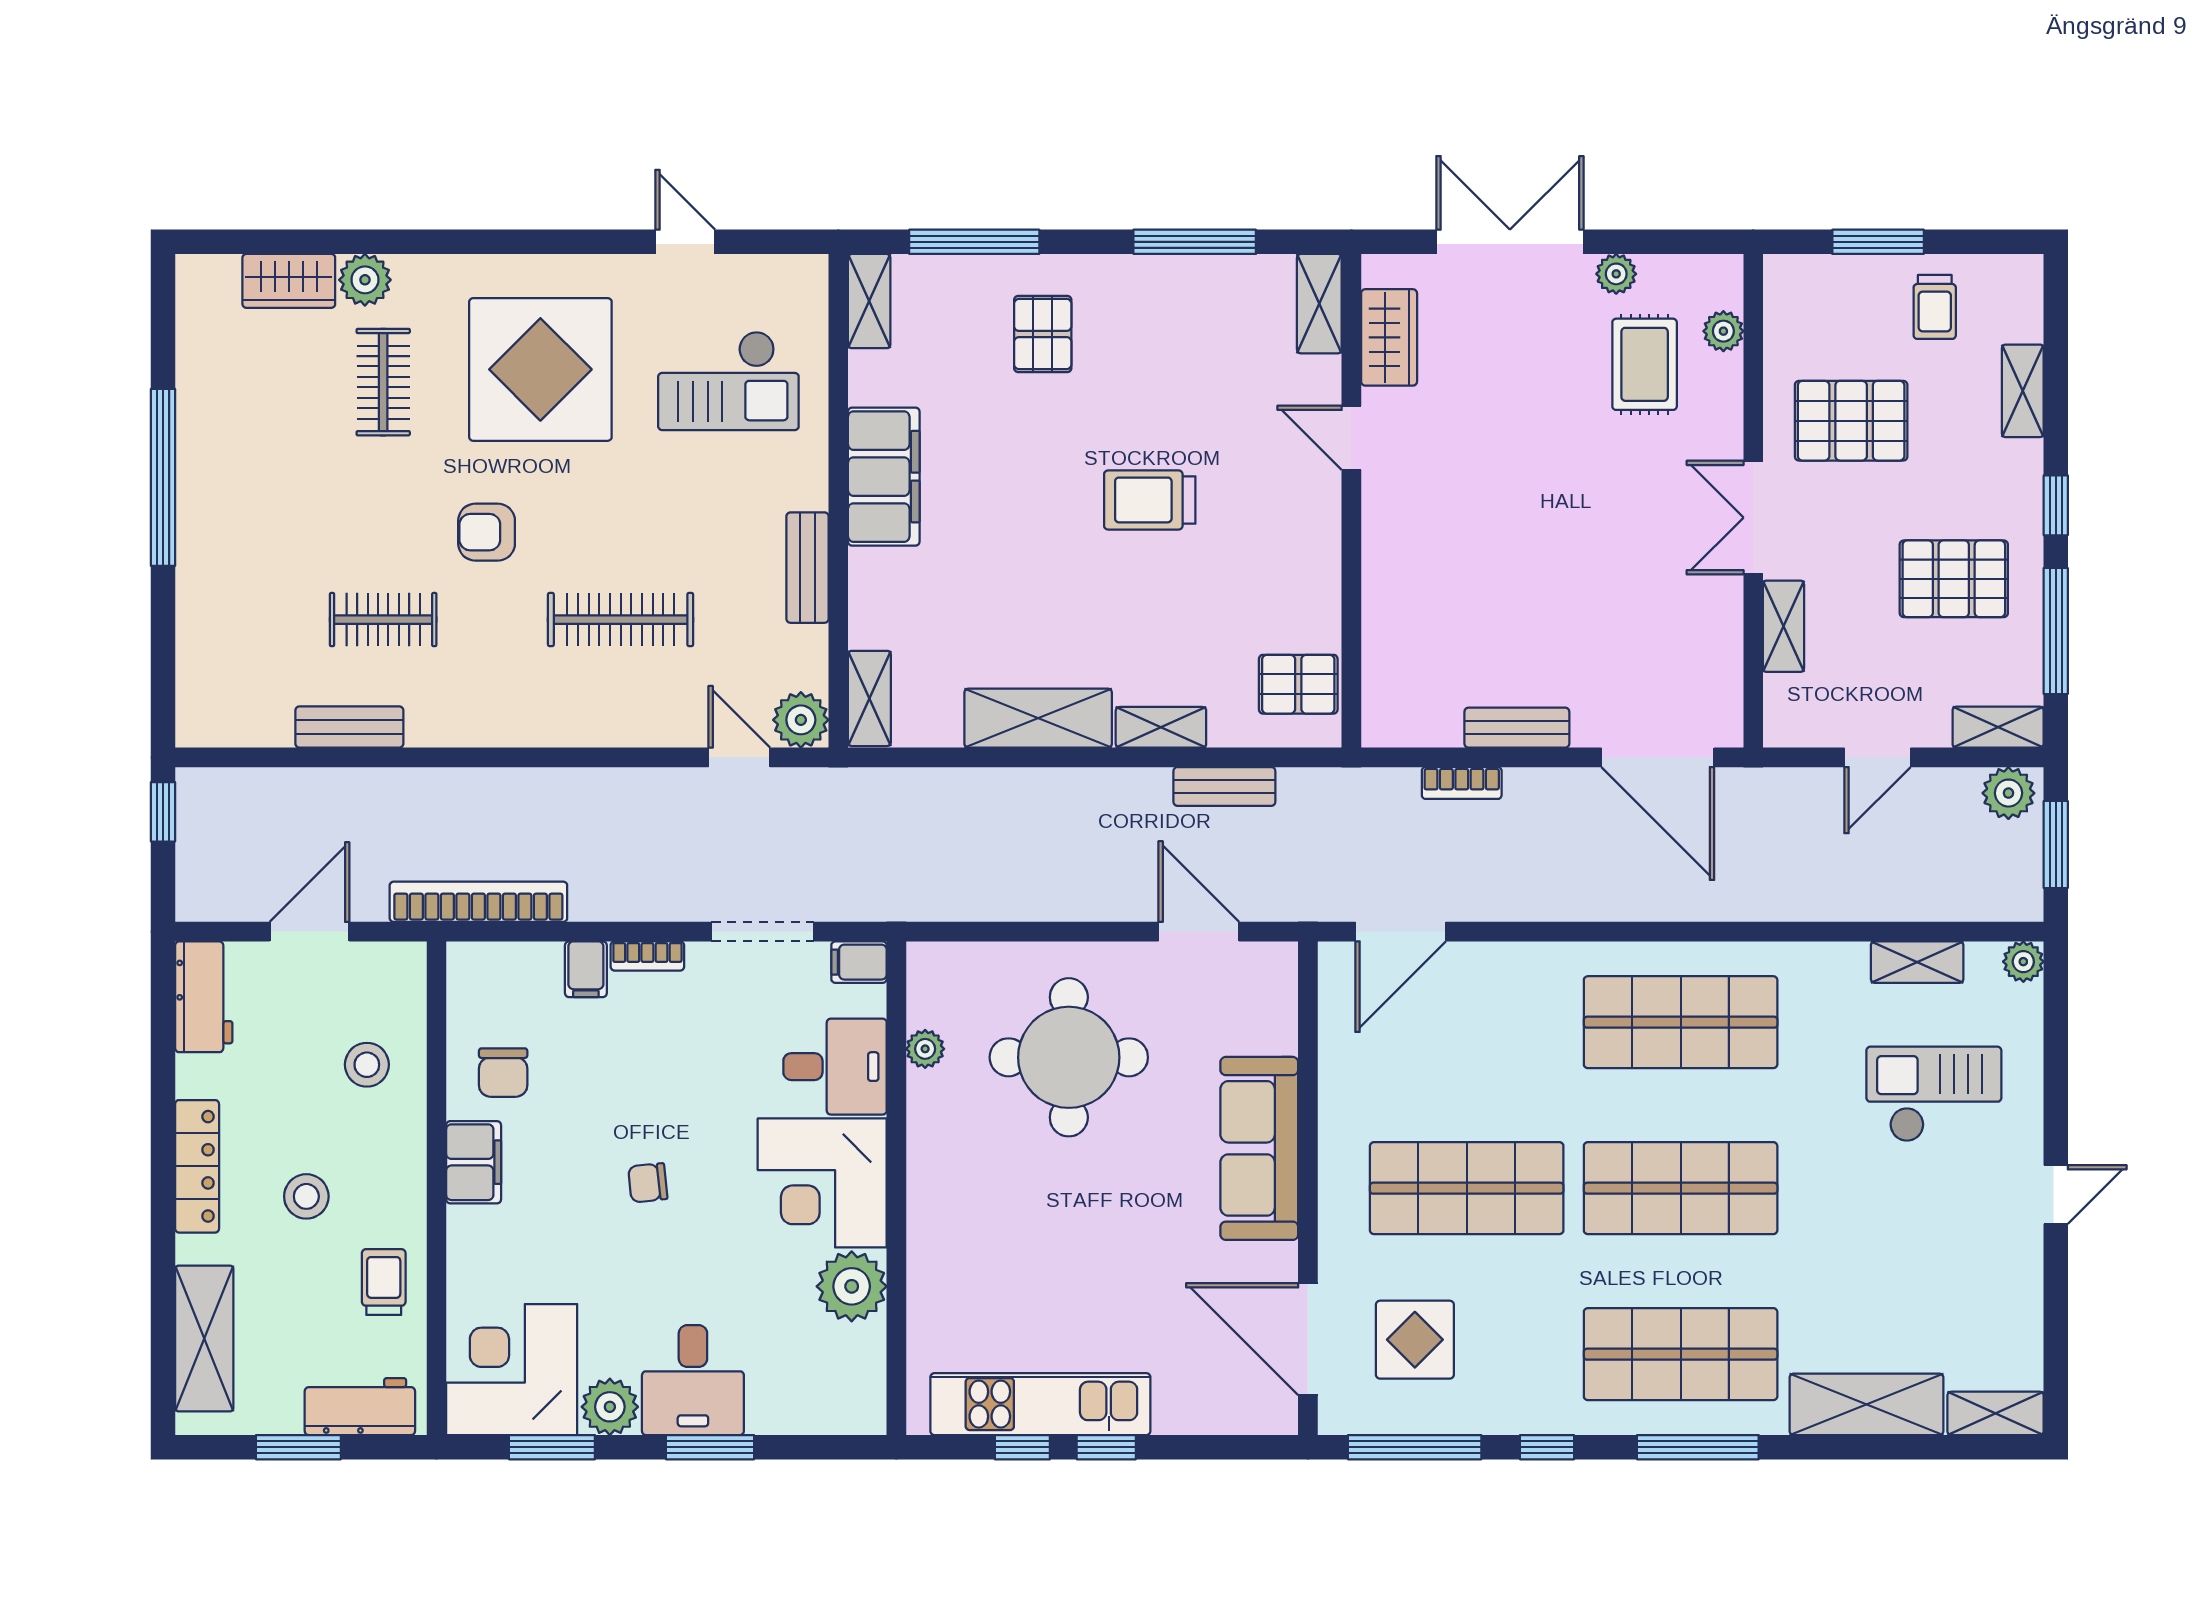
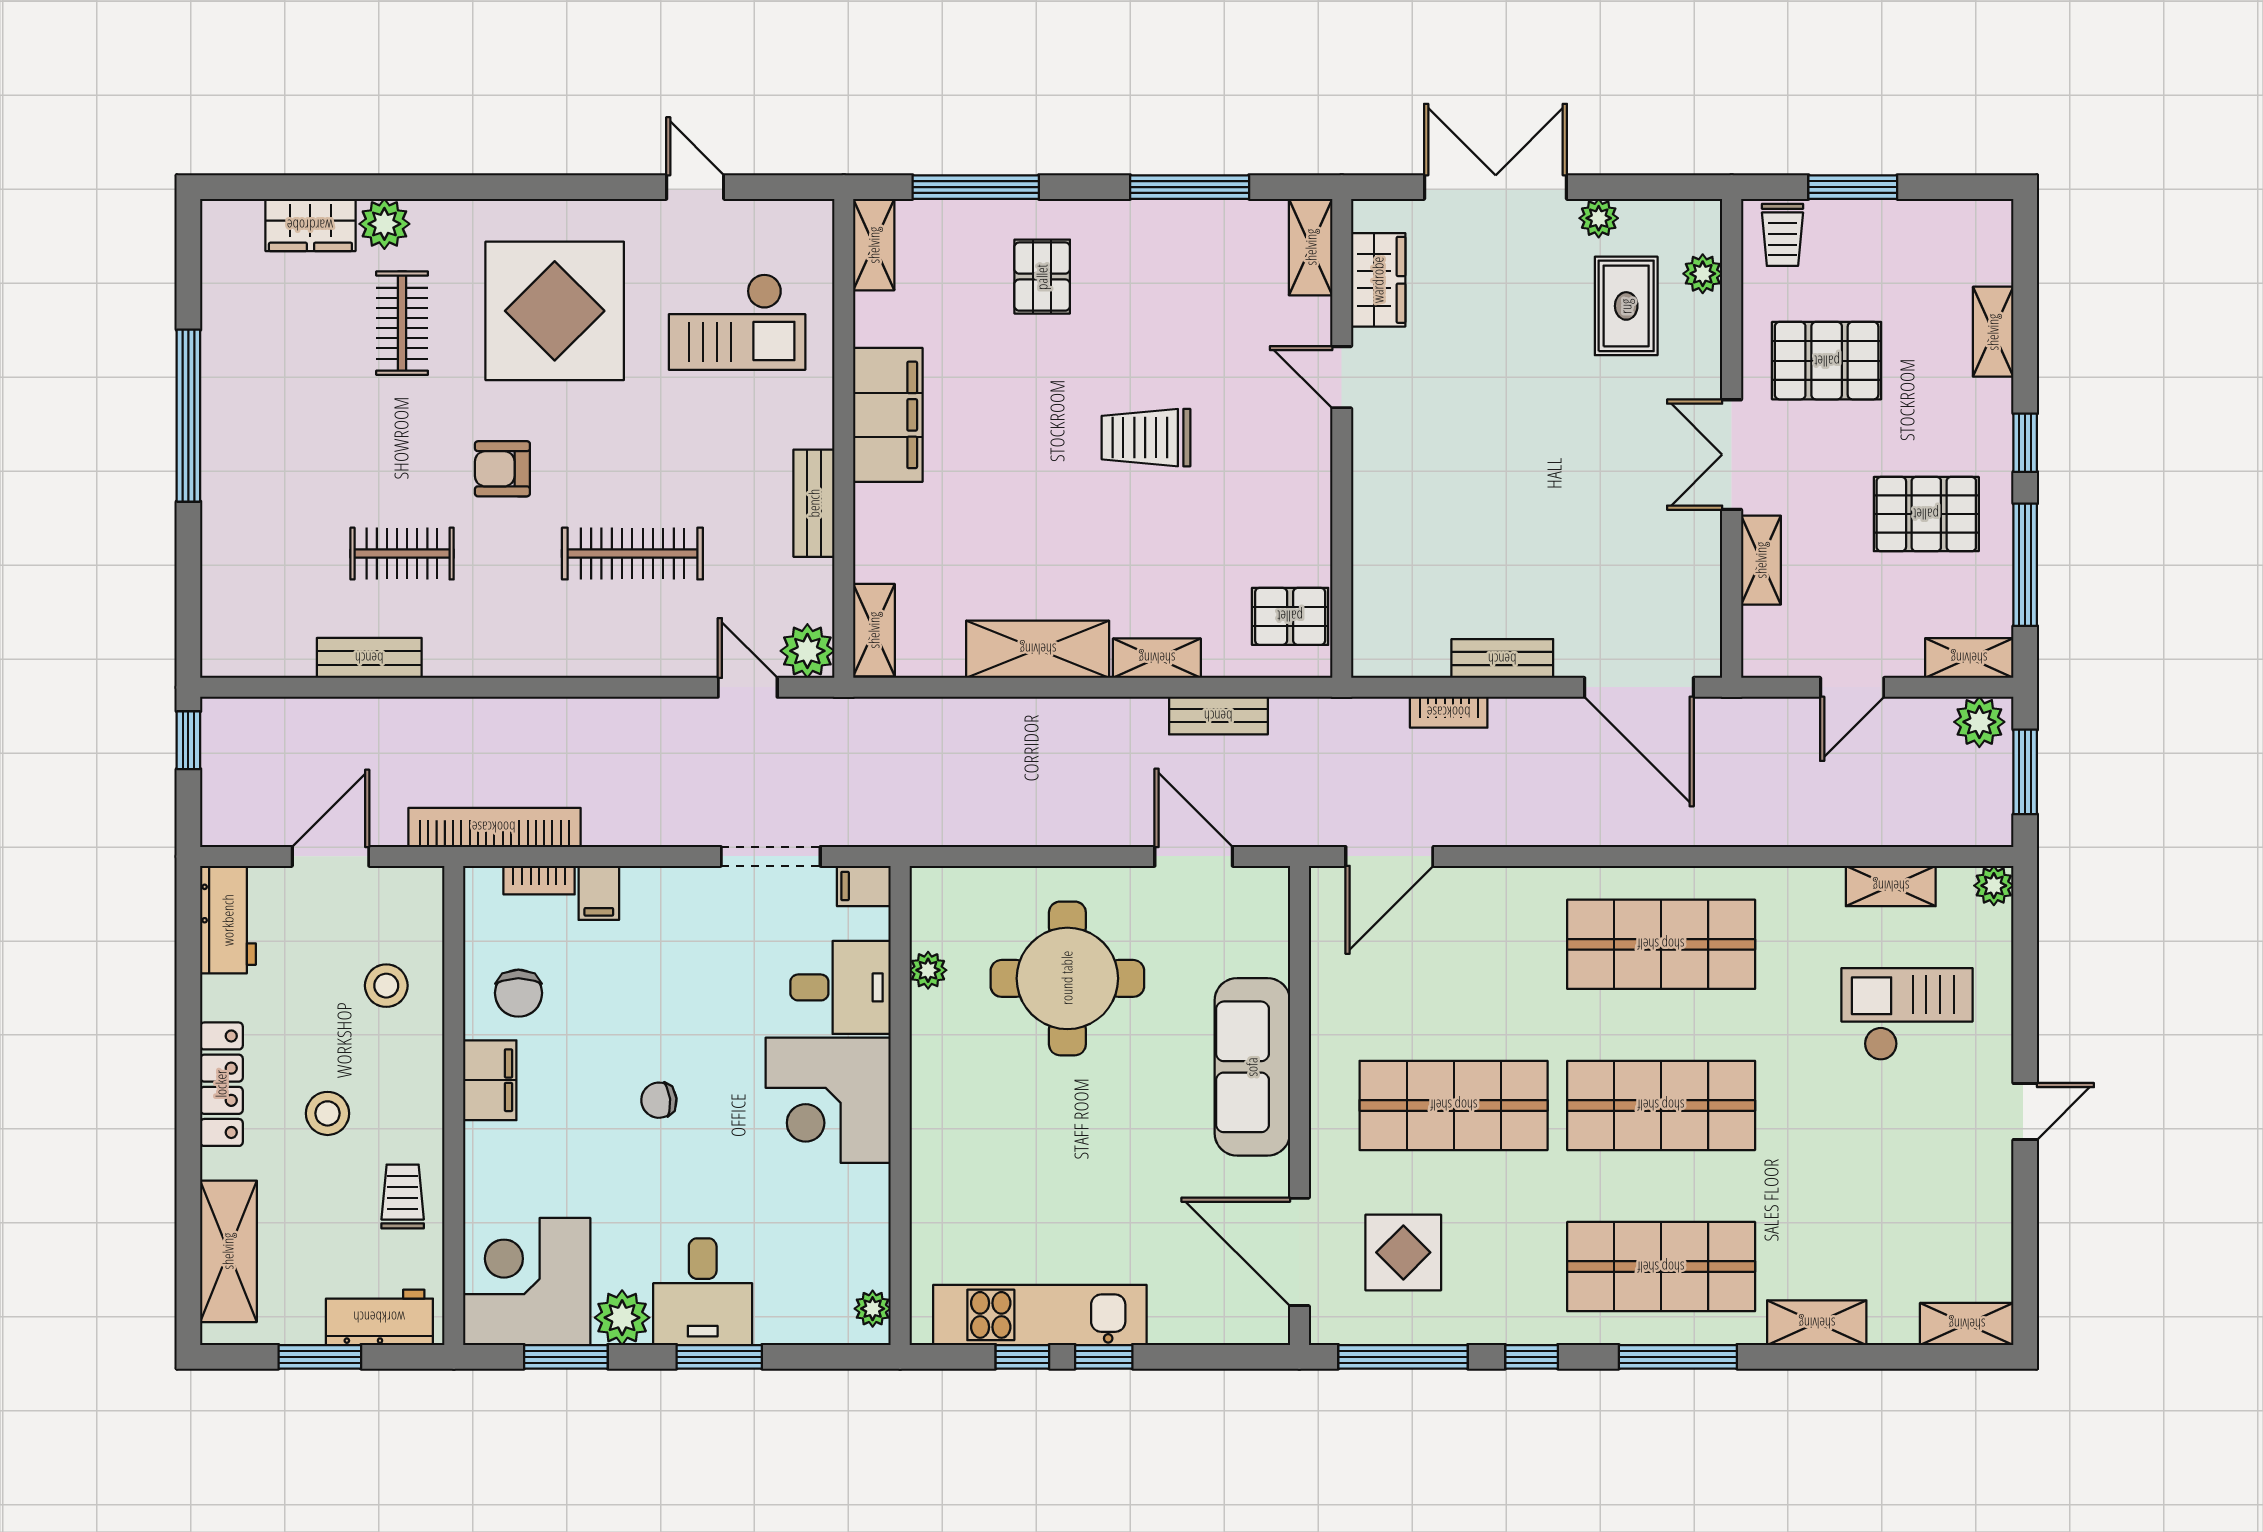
trolley: (1935, 307) -> (1782, 235), moved
bookcase: (647, 956) -> (539, 880), moved
plant: (852, 1286) -> (873, 1309), moved, width x0.53, depth x0.53
shelving: (1867, 1404) -> (1817, 1323), width x0.67, depth x0.75

